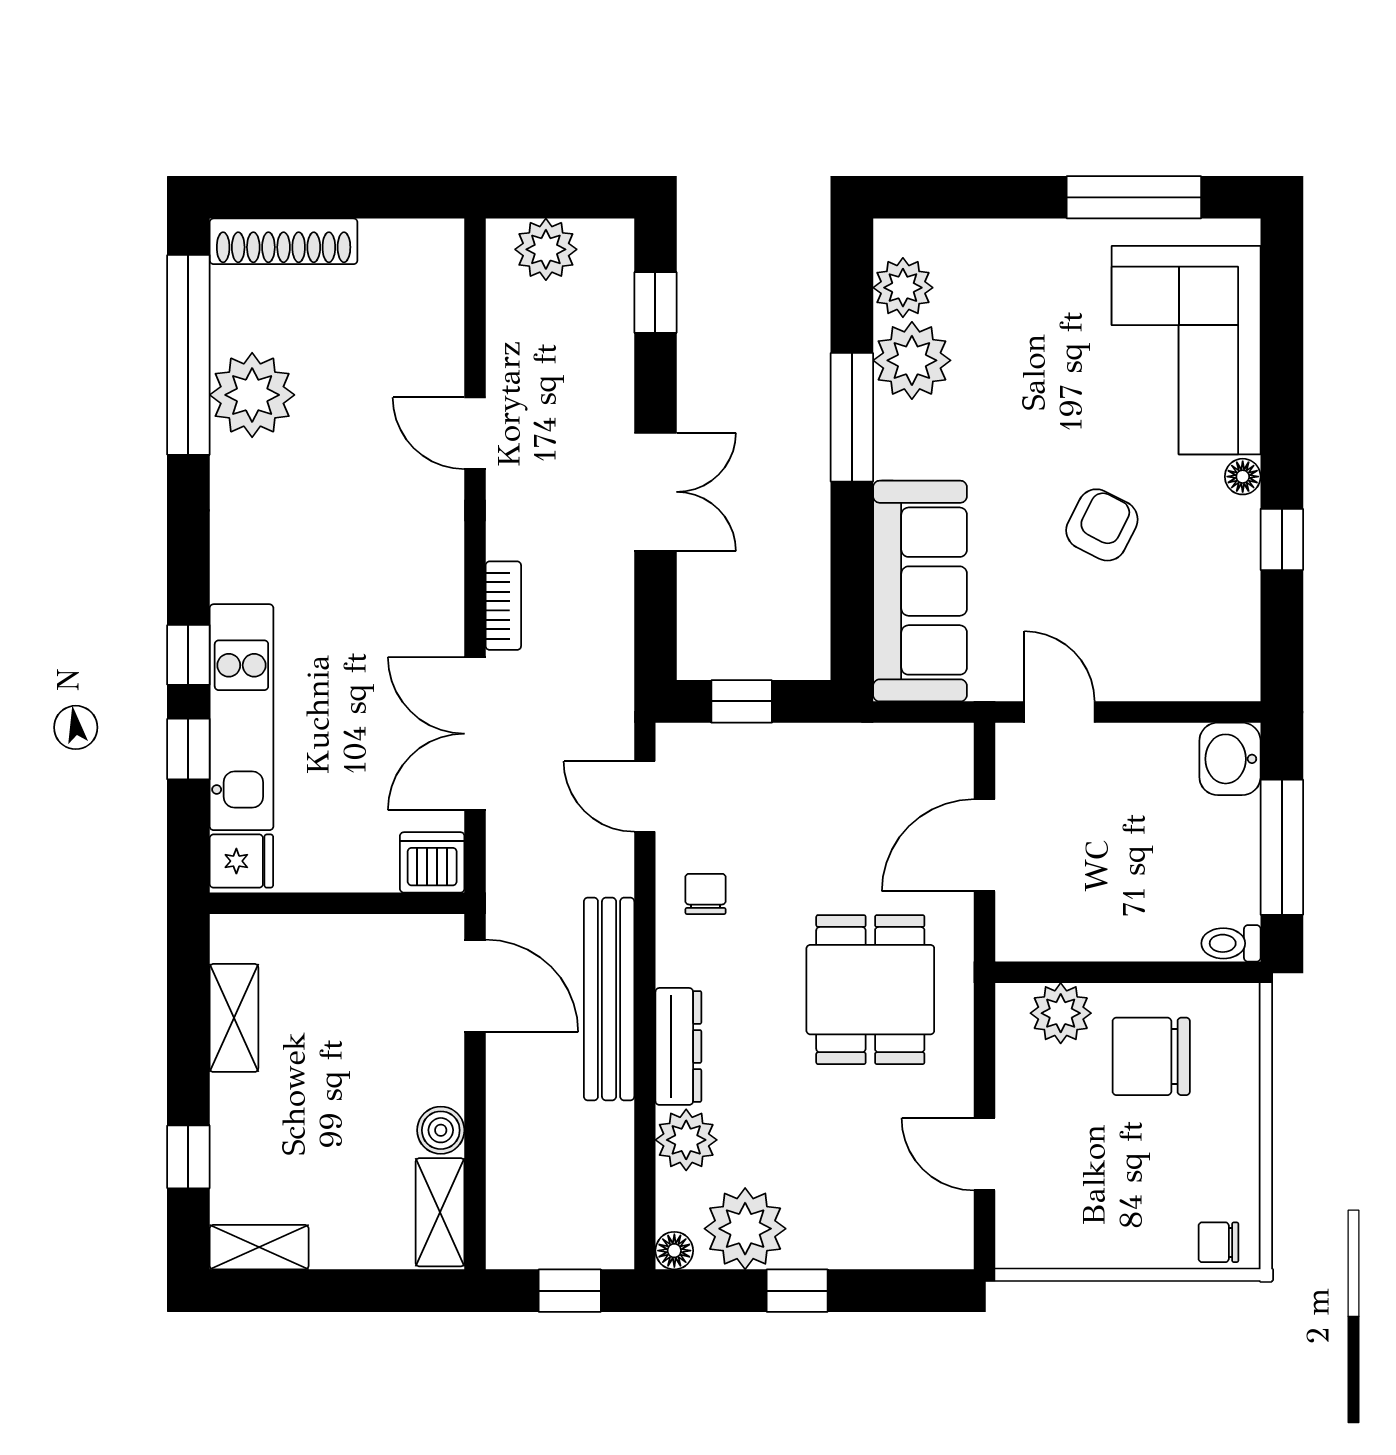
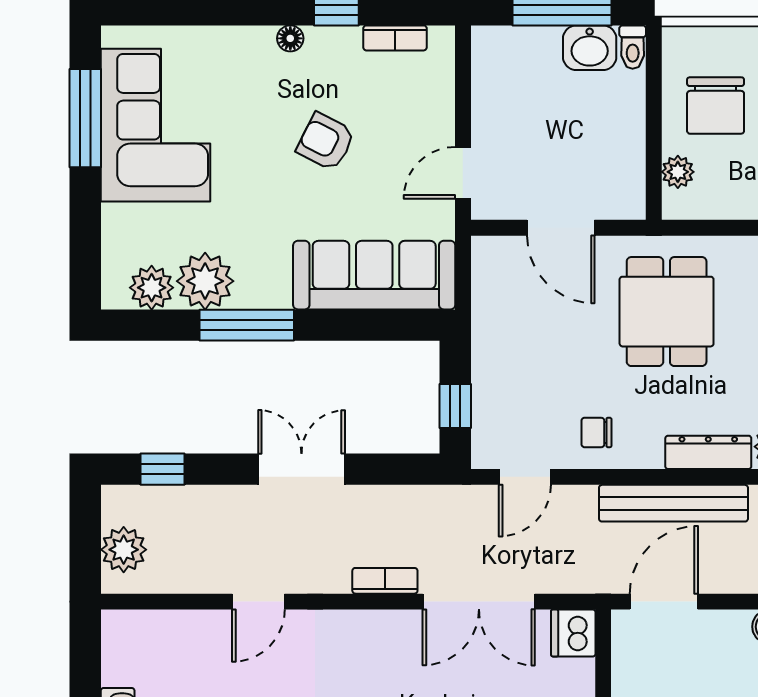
corner sofa: (1186, 350) -> (156, 125), moved, turned -90
bookcase: (1243, 619) -> (395, 38), added
washbasin: (1230, 759) -> (590, 48), moved
dining table: (870, 990) -> (667, 312), turned 90
plant: (1061, 1013) -> (678, 172), width x0.73, depth x0.73

